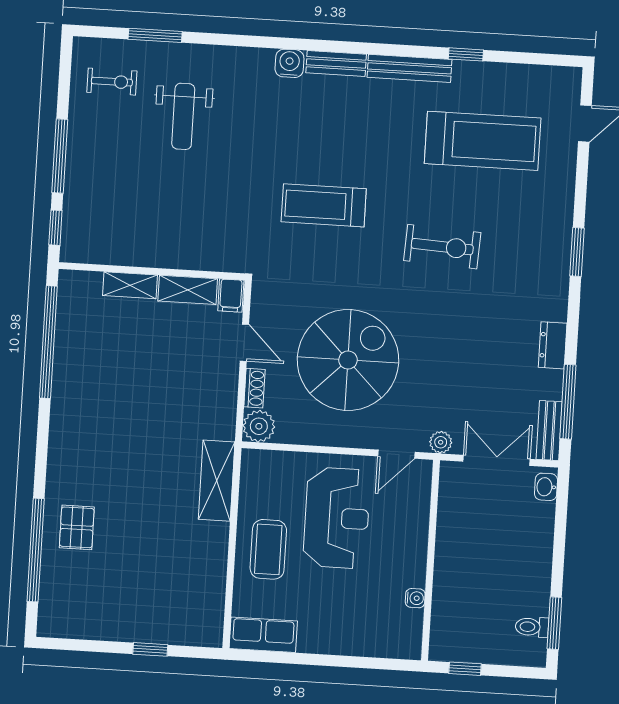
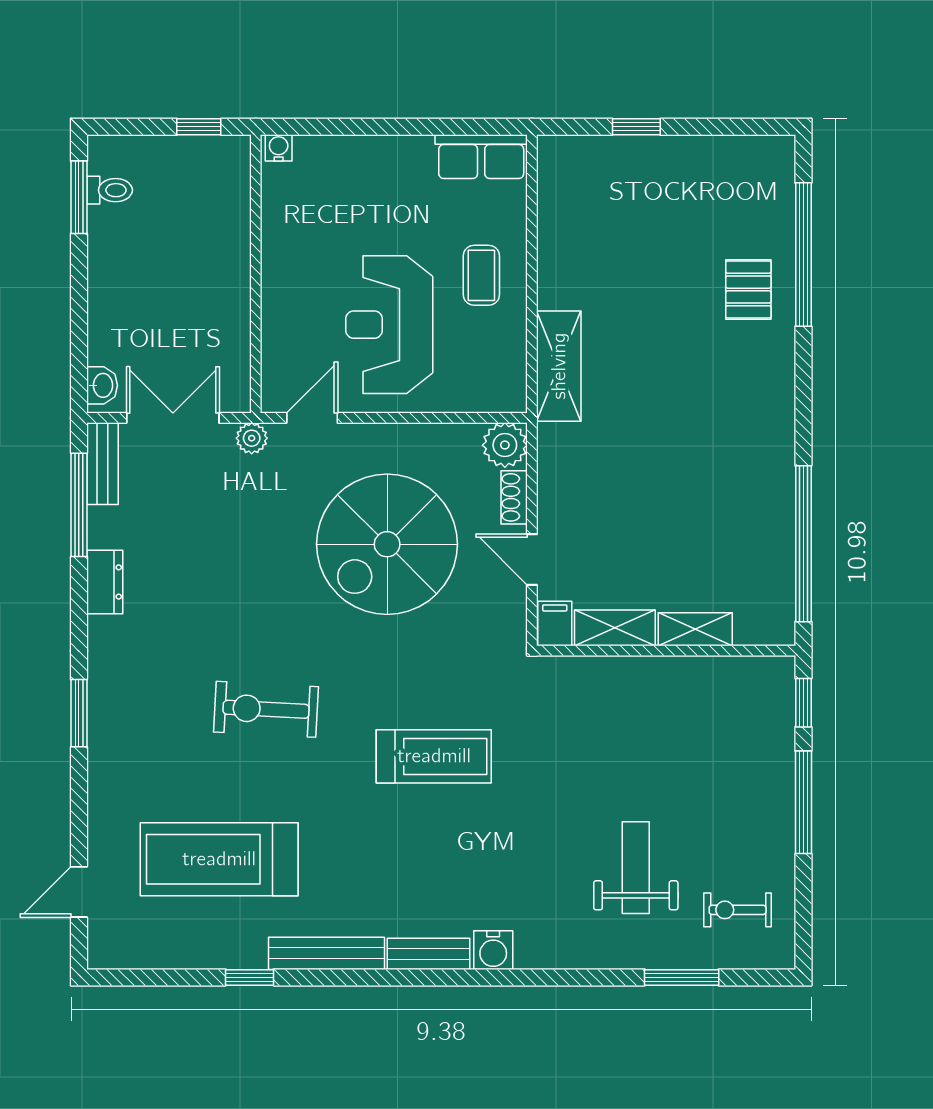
double door: (497, 460) -> (173, 418), swing flipped
coffee table: (268, 549) -> (481, 275), width x0.73, depth x0.77
water cooler: (415, 598) -> (279, 148), moved, turned 90

